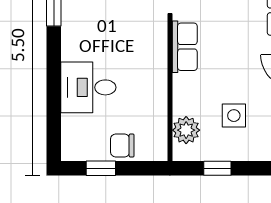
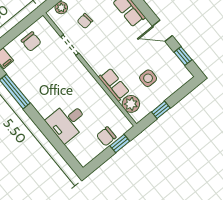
row of seats: (185, 47) -> (114, 85), moved
window: (101, 168) -> (120, 143), moved

